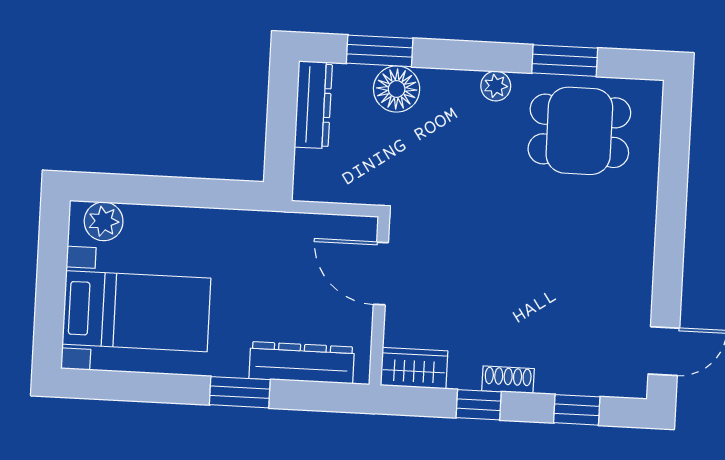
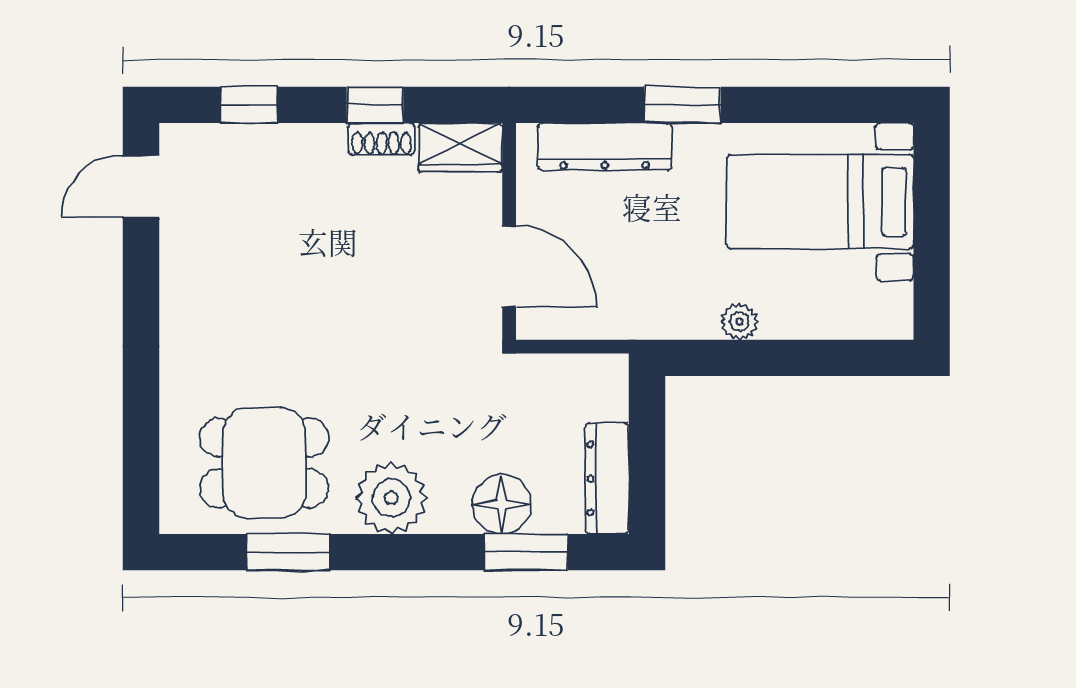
plant: (496, 86) -> (391, 498), width x1.87, depth x1.87
plant: (104, 221) -> (740, 322), moved, width x0.73, depth x0.73
shoe rack: (508, 380) -> (382, 139), moved

